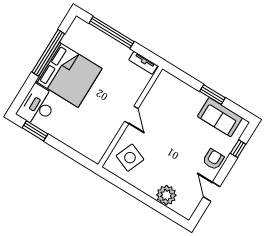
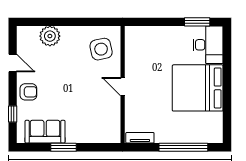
window: (48, 53) -> (227, 96), removed
side table: (130, 158) -> (101, 49), turned -34
armchair: (213, 159) -> (28, 92), turned -90

